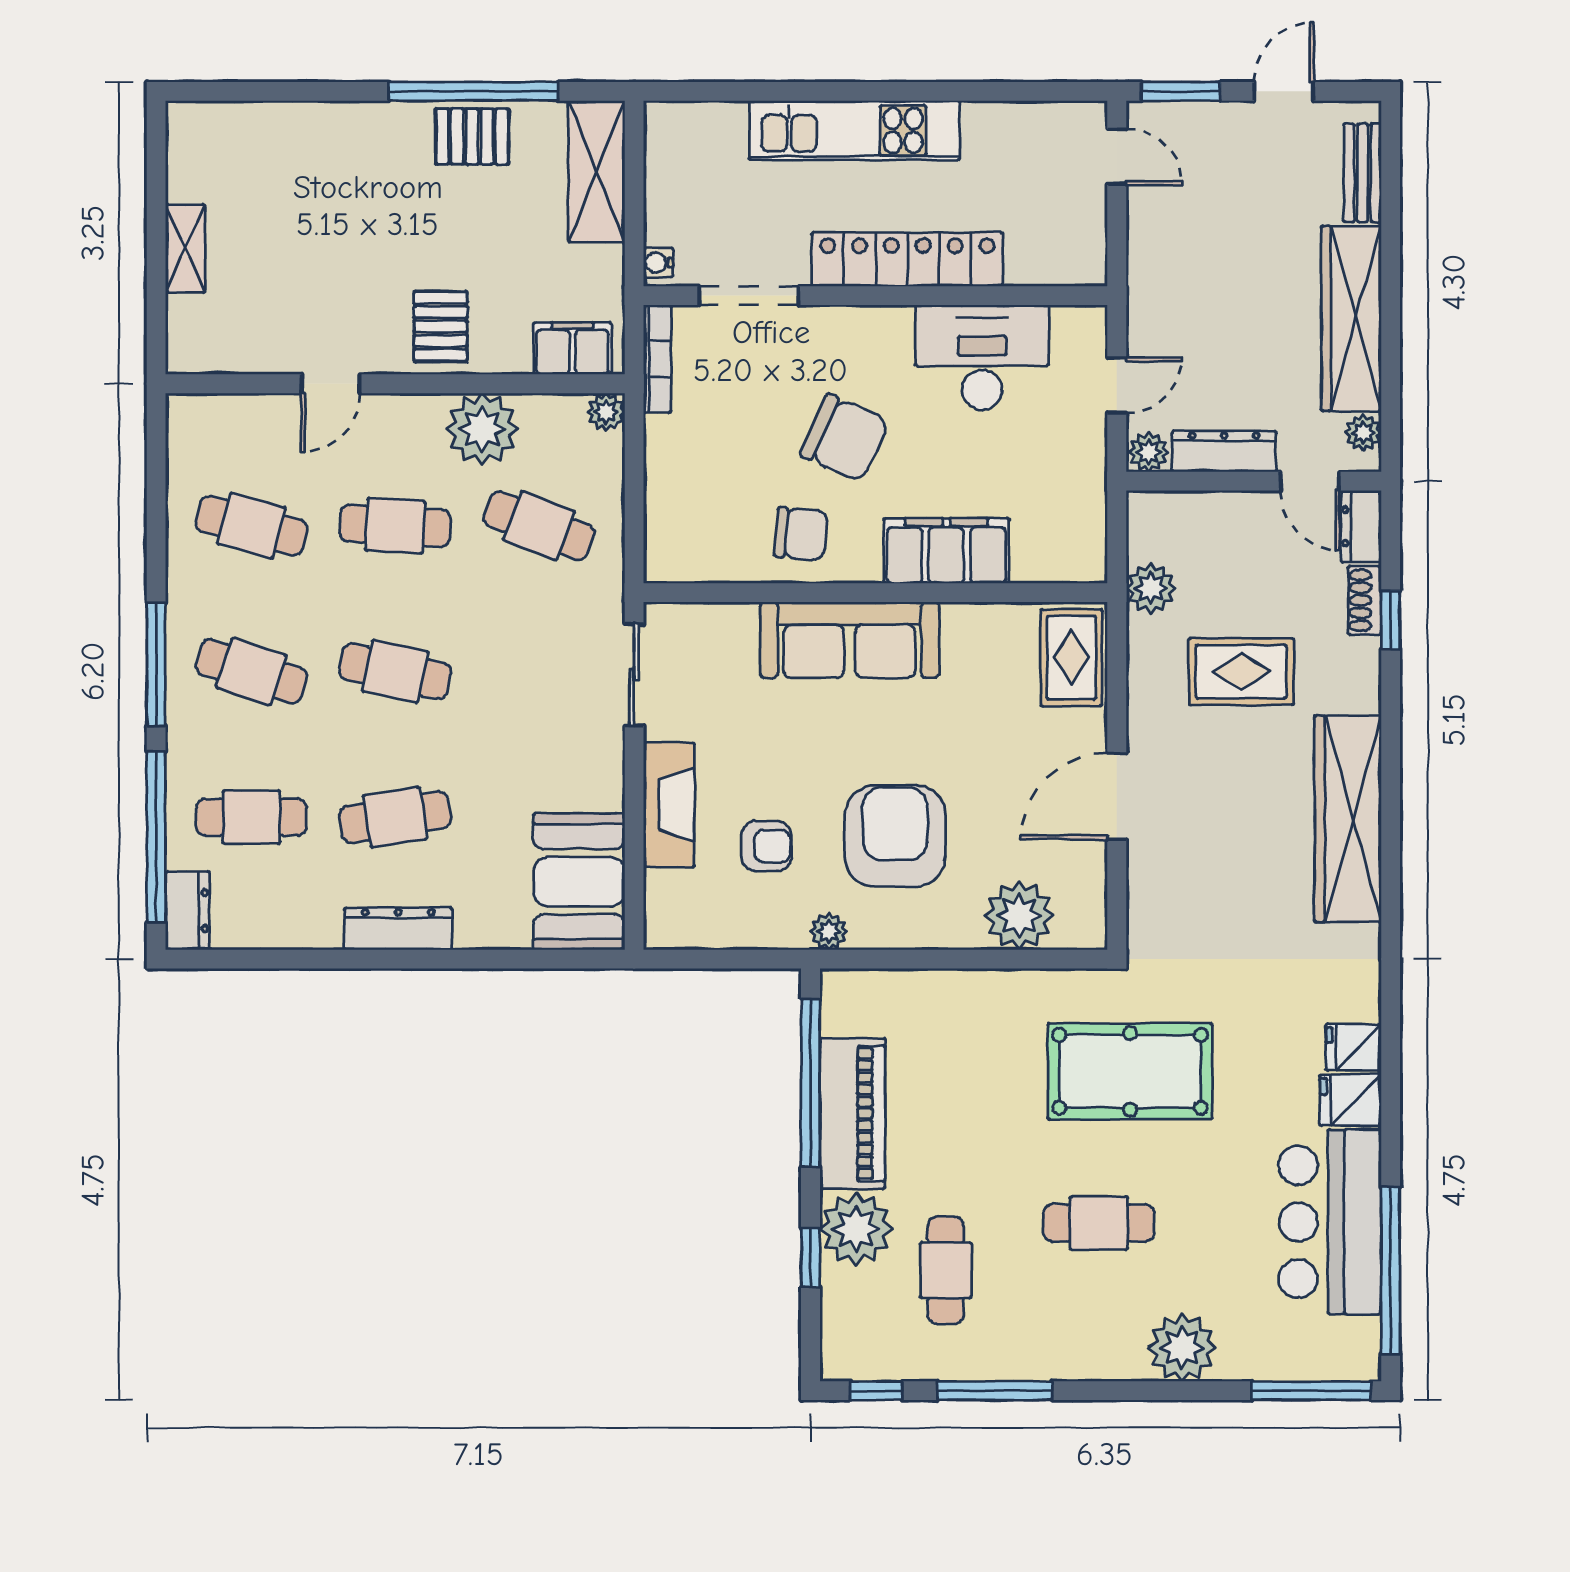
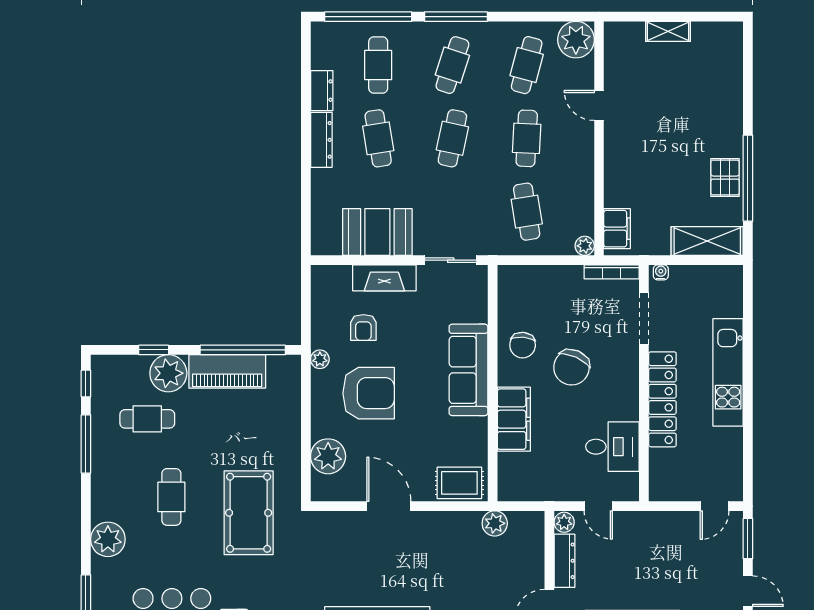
pallet: (441, 326) -> (628, 161), removed
desk: (982, 357) -> (612, 447), width x0.73
plant: (482, 429) -> (576, 40), moved
cafe table: (539, 526) -> (527, 212), turned -30
rug: (1241, 672) -> (452, 569), removed
booth: (579, 882) -> (377, 232), moved
dresser: (188, 911) -> (322, 91), moved, turned -90

